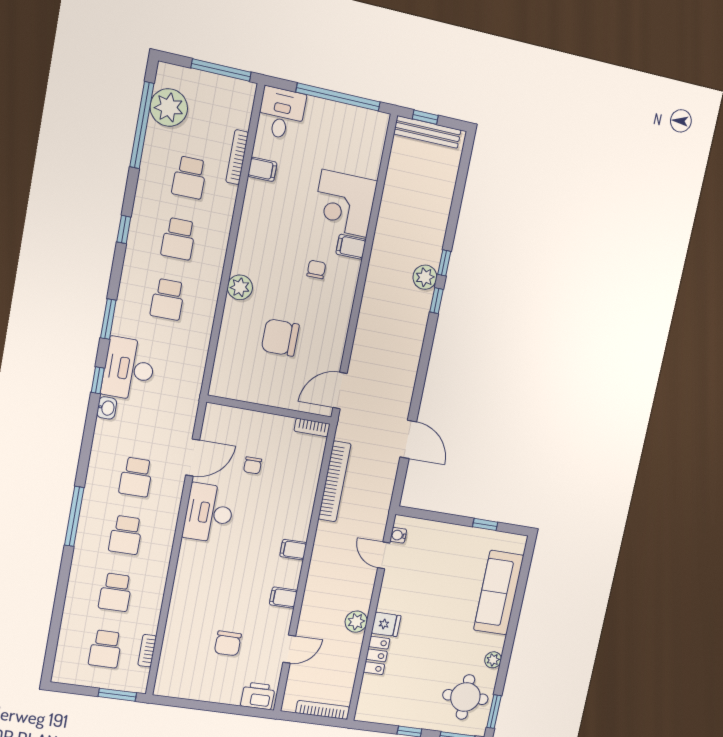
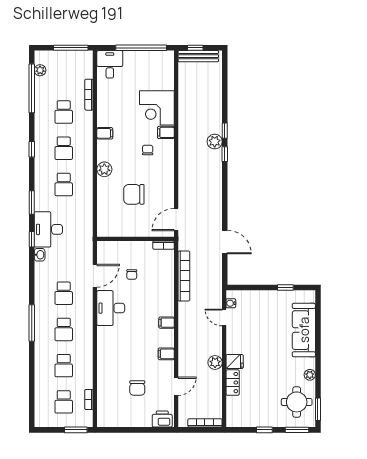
plant: (169, 108) -> (40, 70), width x0.53, depth x0.53
filing cabinet: (262, 169) -> (105, 133), moved

